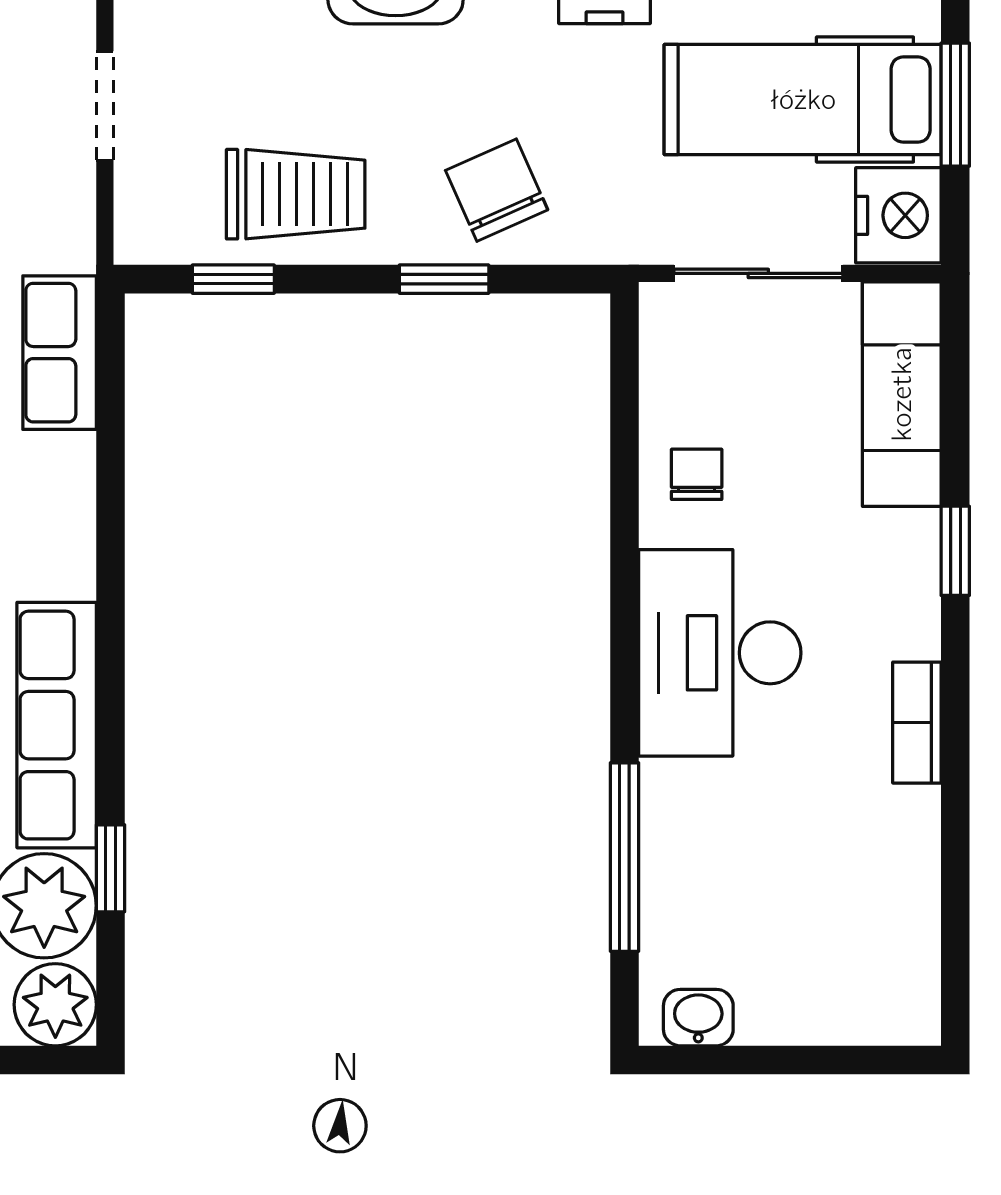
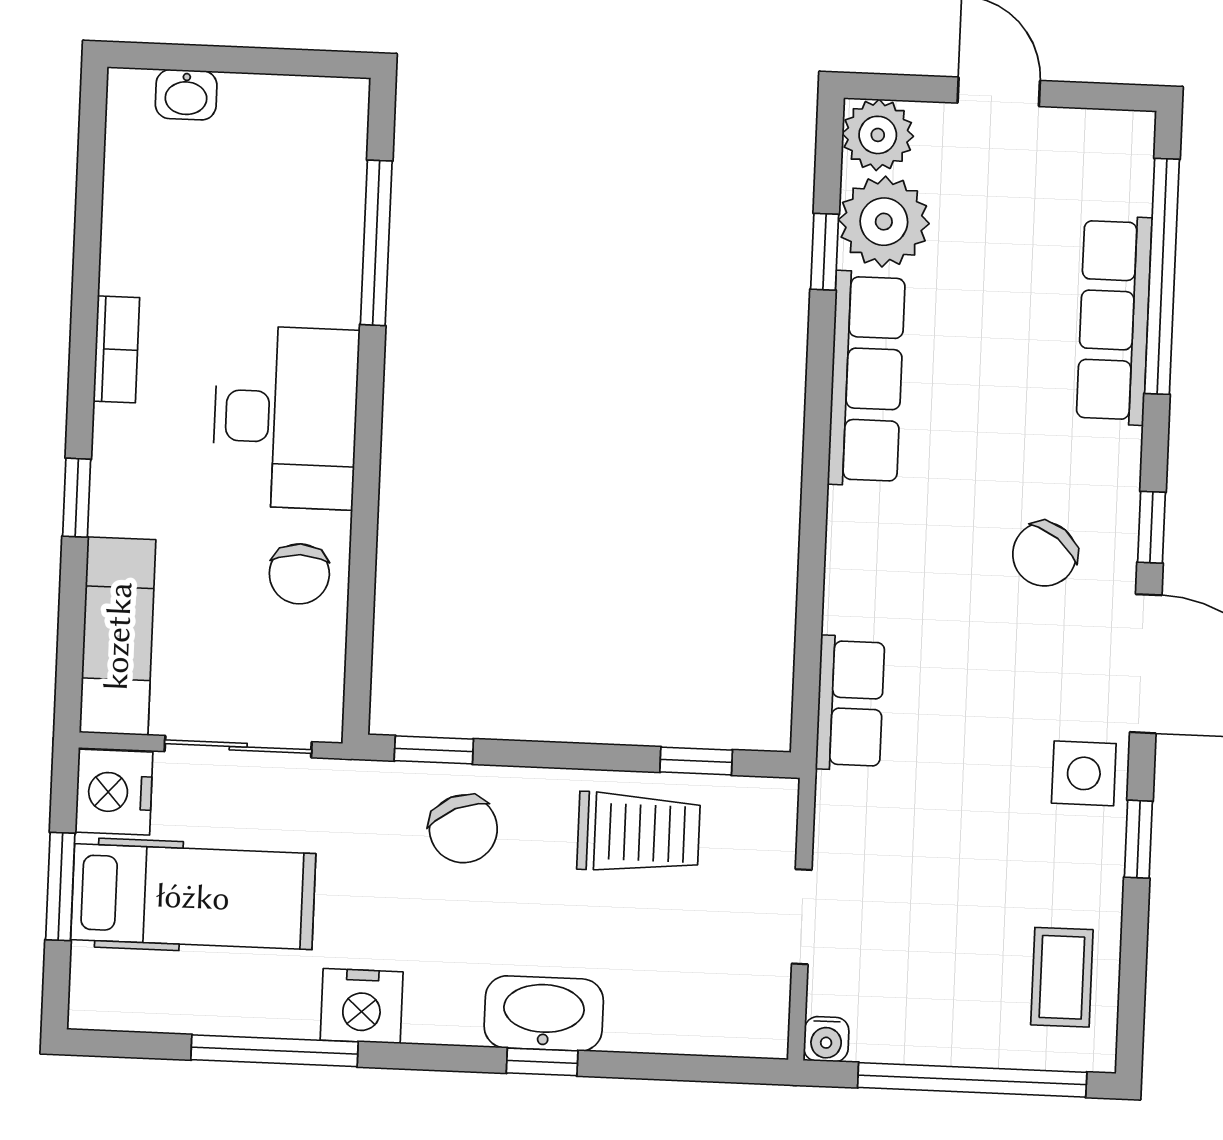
trolley: (296, 194) -> (639, 833), turned 180
window: (444, 279) -> (434, 750), moved
chair: (697, 474) -> (299, 574), width x1.37, depth x1.37
washbasin: (698, 1018) -> (186, 95), moved

